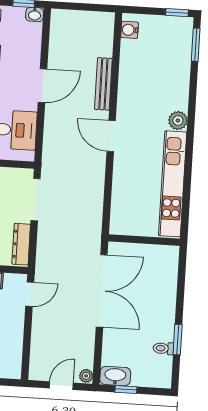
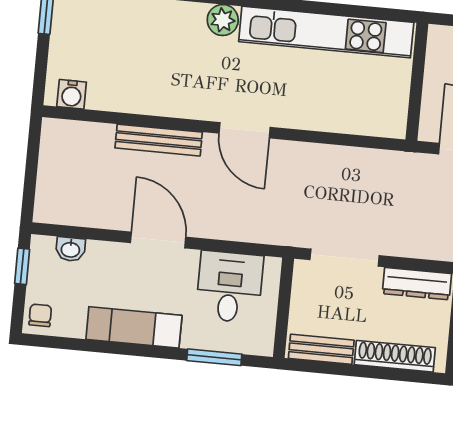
washbasin: (35, 14) -> (70, 249), moved, turned 90
door: (111, 136) -> (245, 130), hinge flipped

